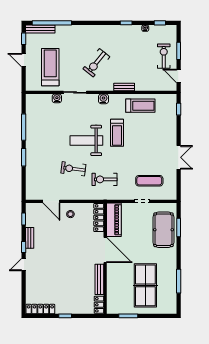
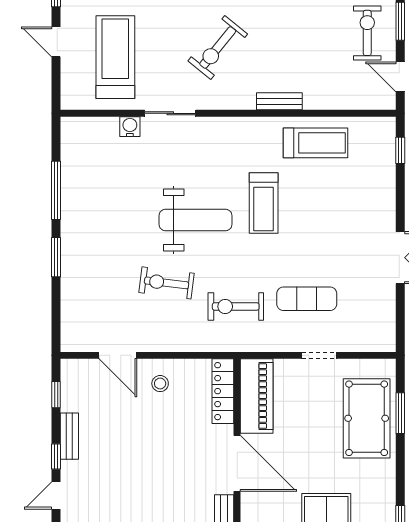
water cooler: (103, 99) -> (233, 128), removed
weight bench: (86, 140) -> (195, 220), turned 180
exercise mat: (149, 181) -> (307, 299), moved

